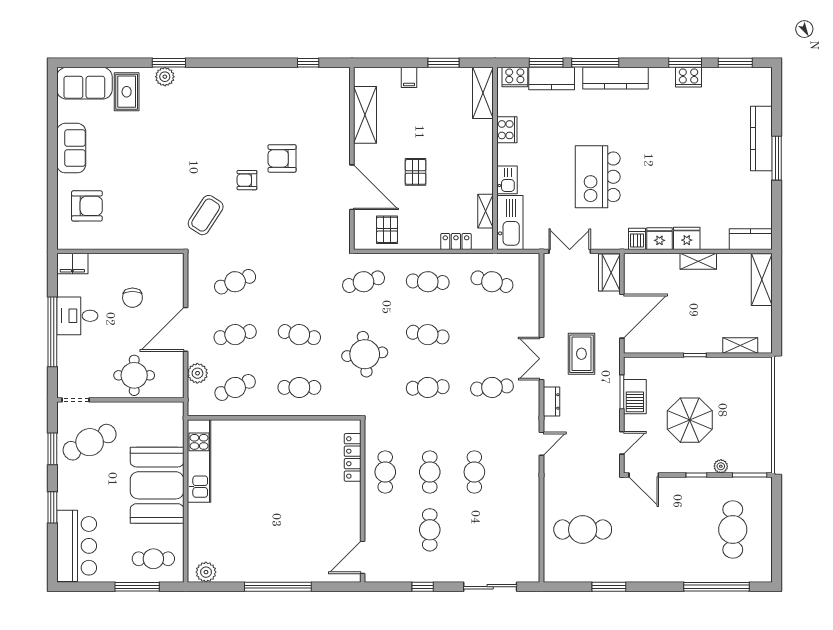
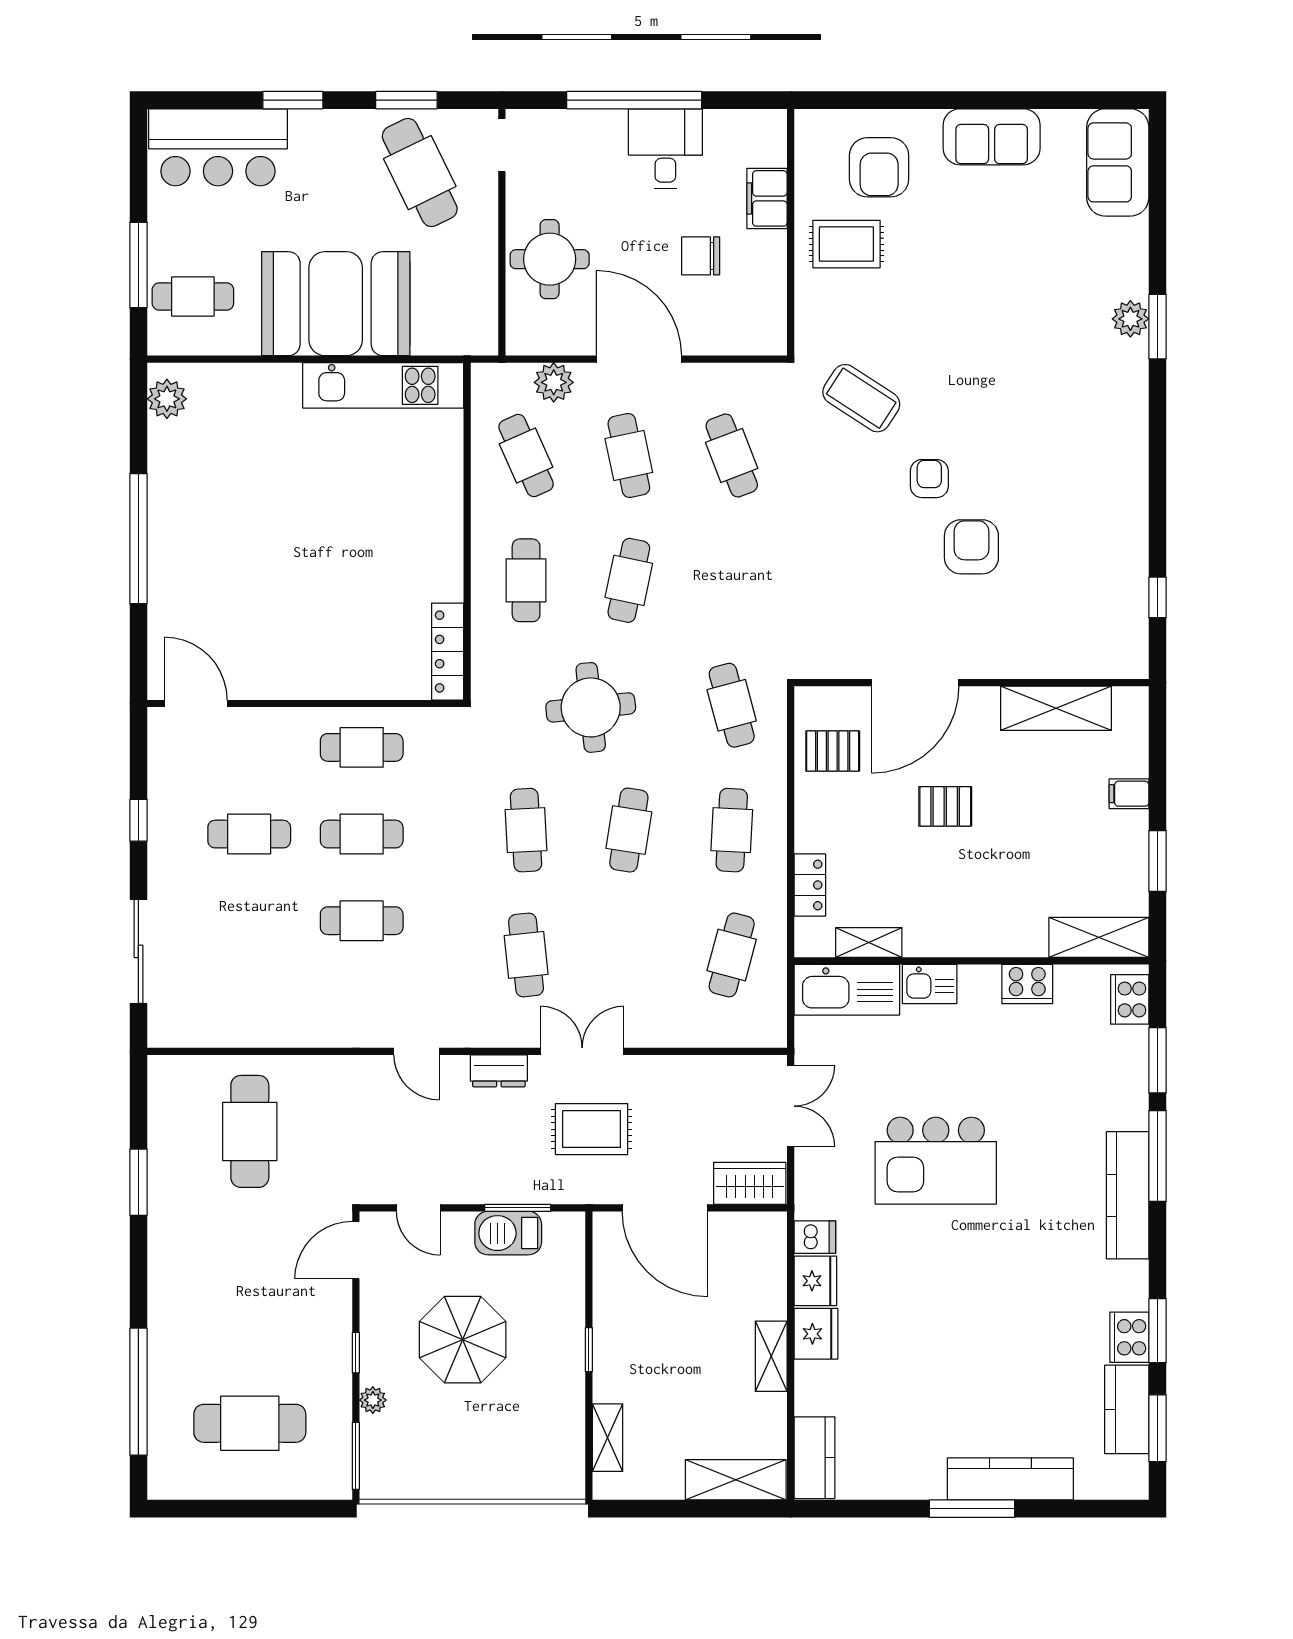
kitchen counter: (552, 79) -> (1127, 1409), moved
rug: (127, 92) -> (846, 244), moved
kitchen island: (598, 177) -> (936, 1161), turned 180
filing cabinet: (72, 264) -> (767, 198), moved
locker: (353, 457) -> (448, 652), moved, turned -90
cafe table: (153, 559) -> (193, 296), turned 90

